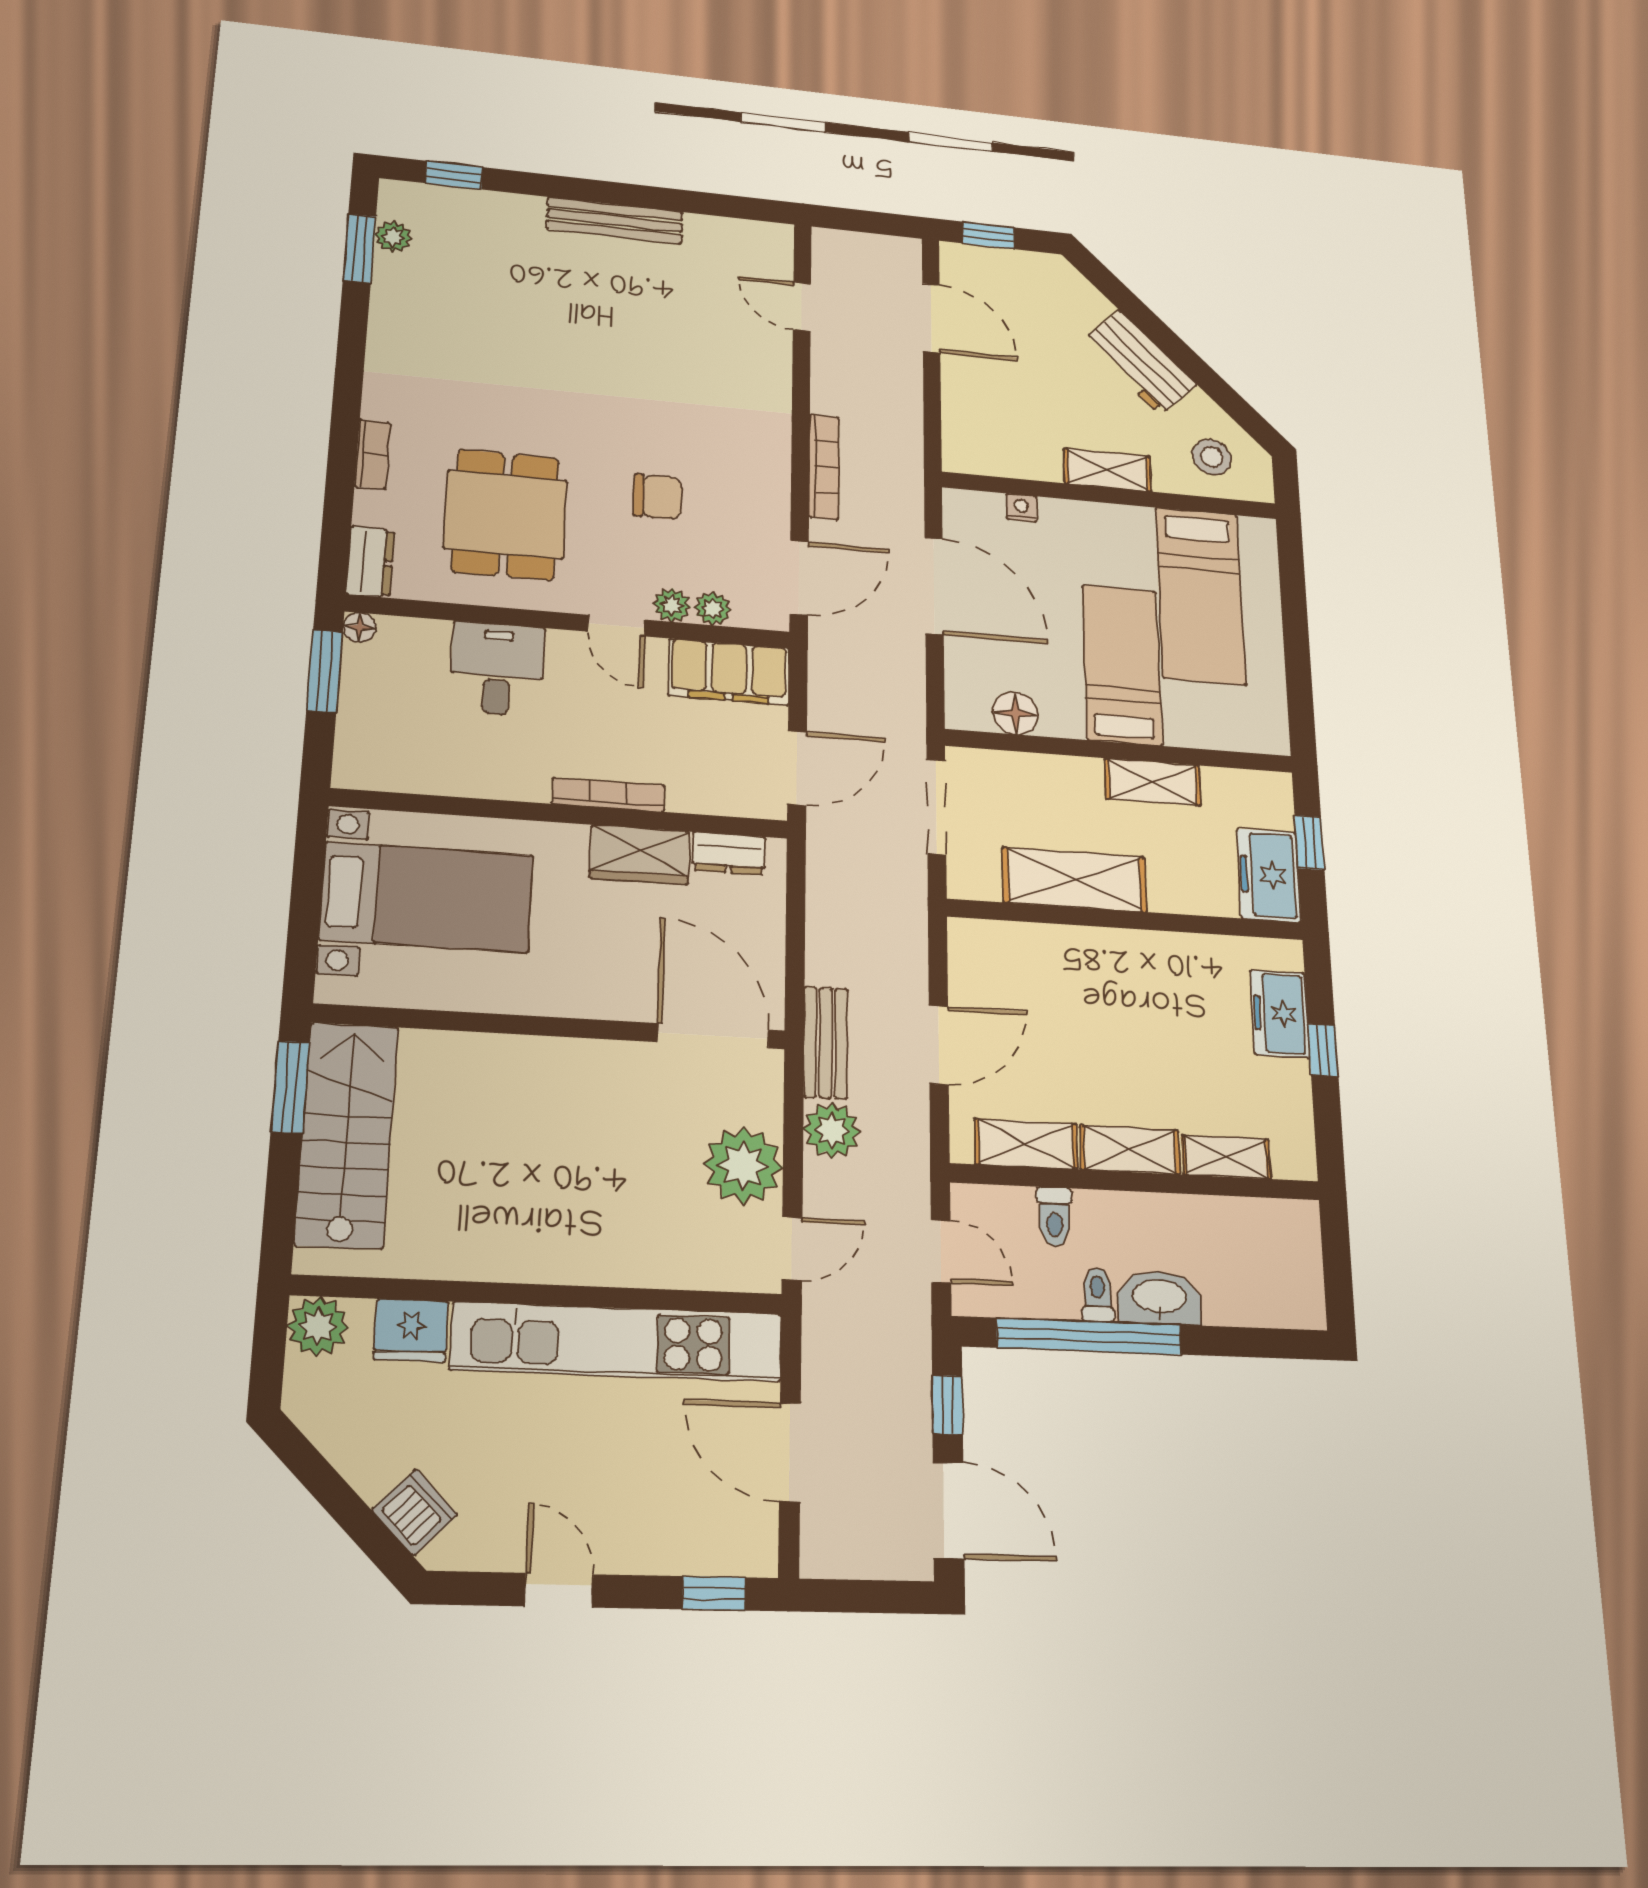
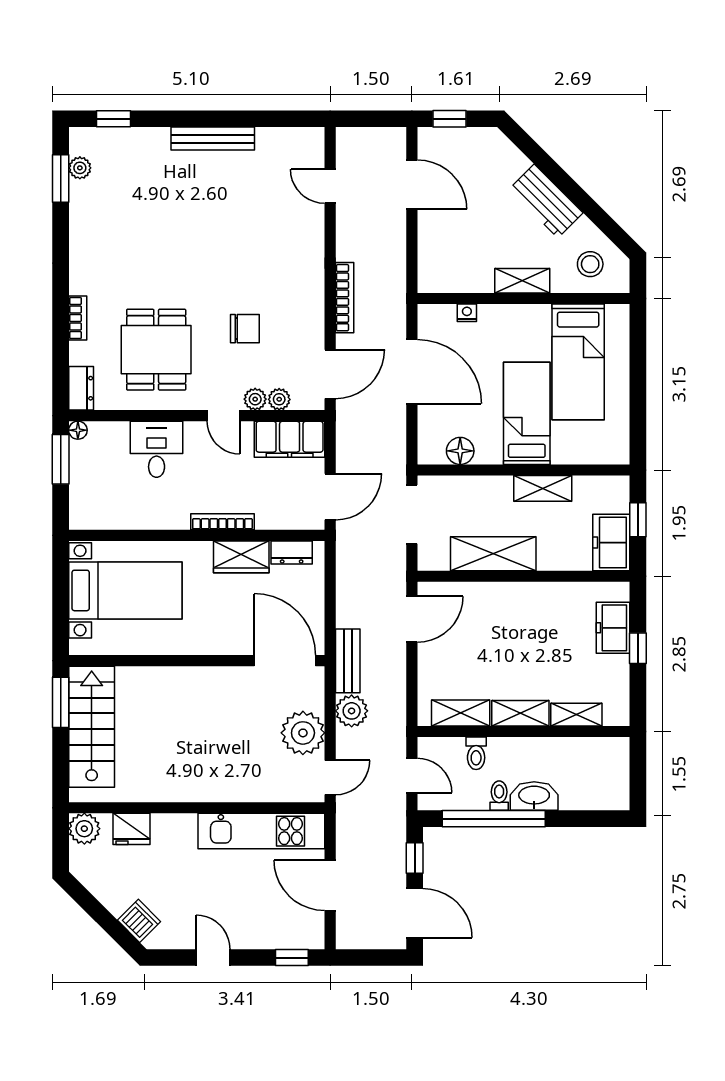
door: (939, 1045) -> (412, 619), moved
kitchen unit: (618, 1342) -> (261, 831), width x0.73

